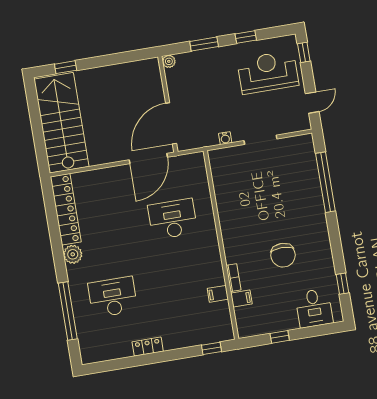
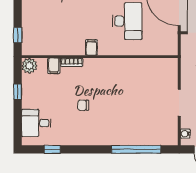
water cooler: (225, 138) -> (185, 134), moved
chair: (283, 255) -> (83, 105), width x0.54, depth x0.54
filing cabinet: (218, 294) -> (91, 47), moved
plant: (246, 328) -> (29, 66), added

